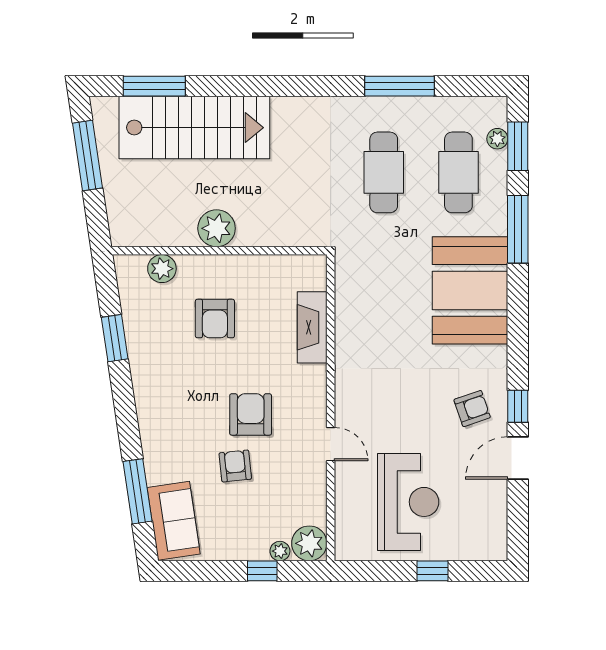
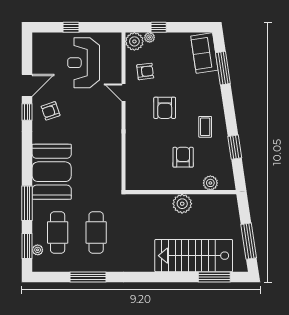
fireplace: (312, 327) -> (133, 153), removed
coffee table: (172, 378) -> (205, 127), added
armchair: (235, 466) -> (145, 71), moved, turned -91

